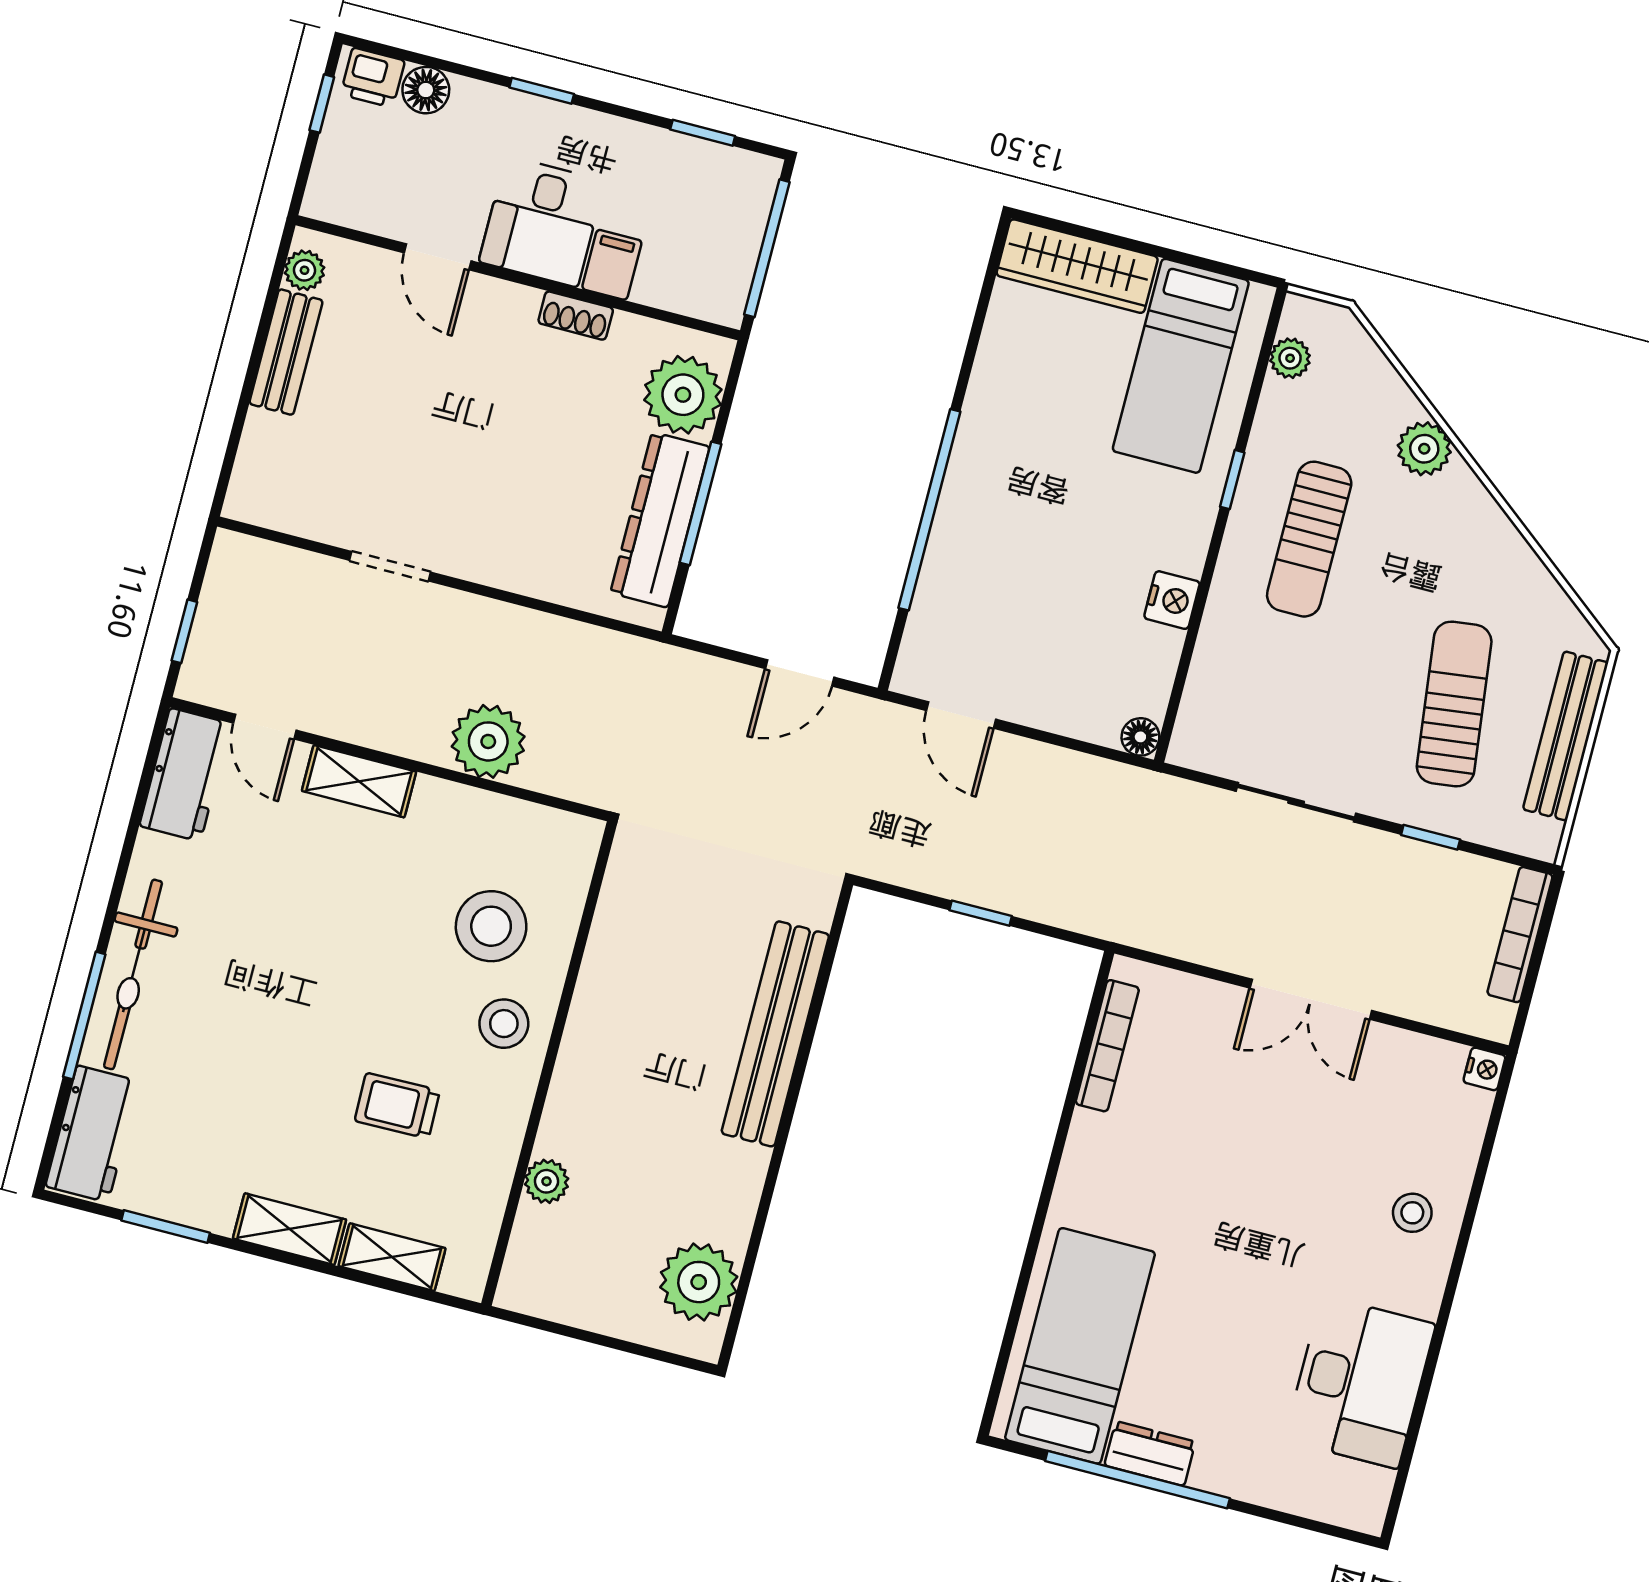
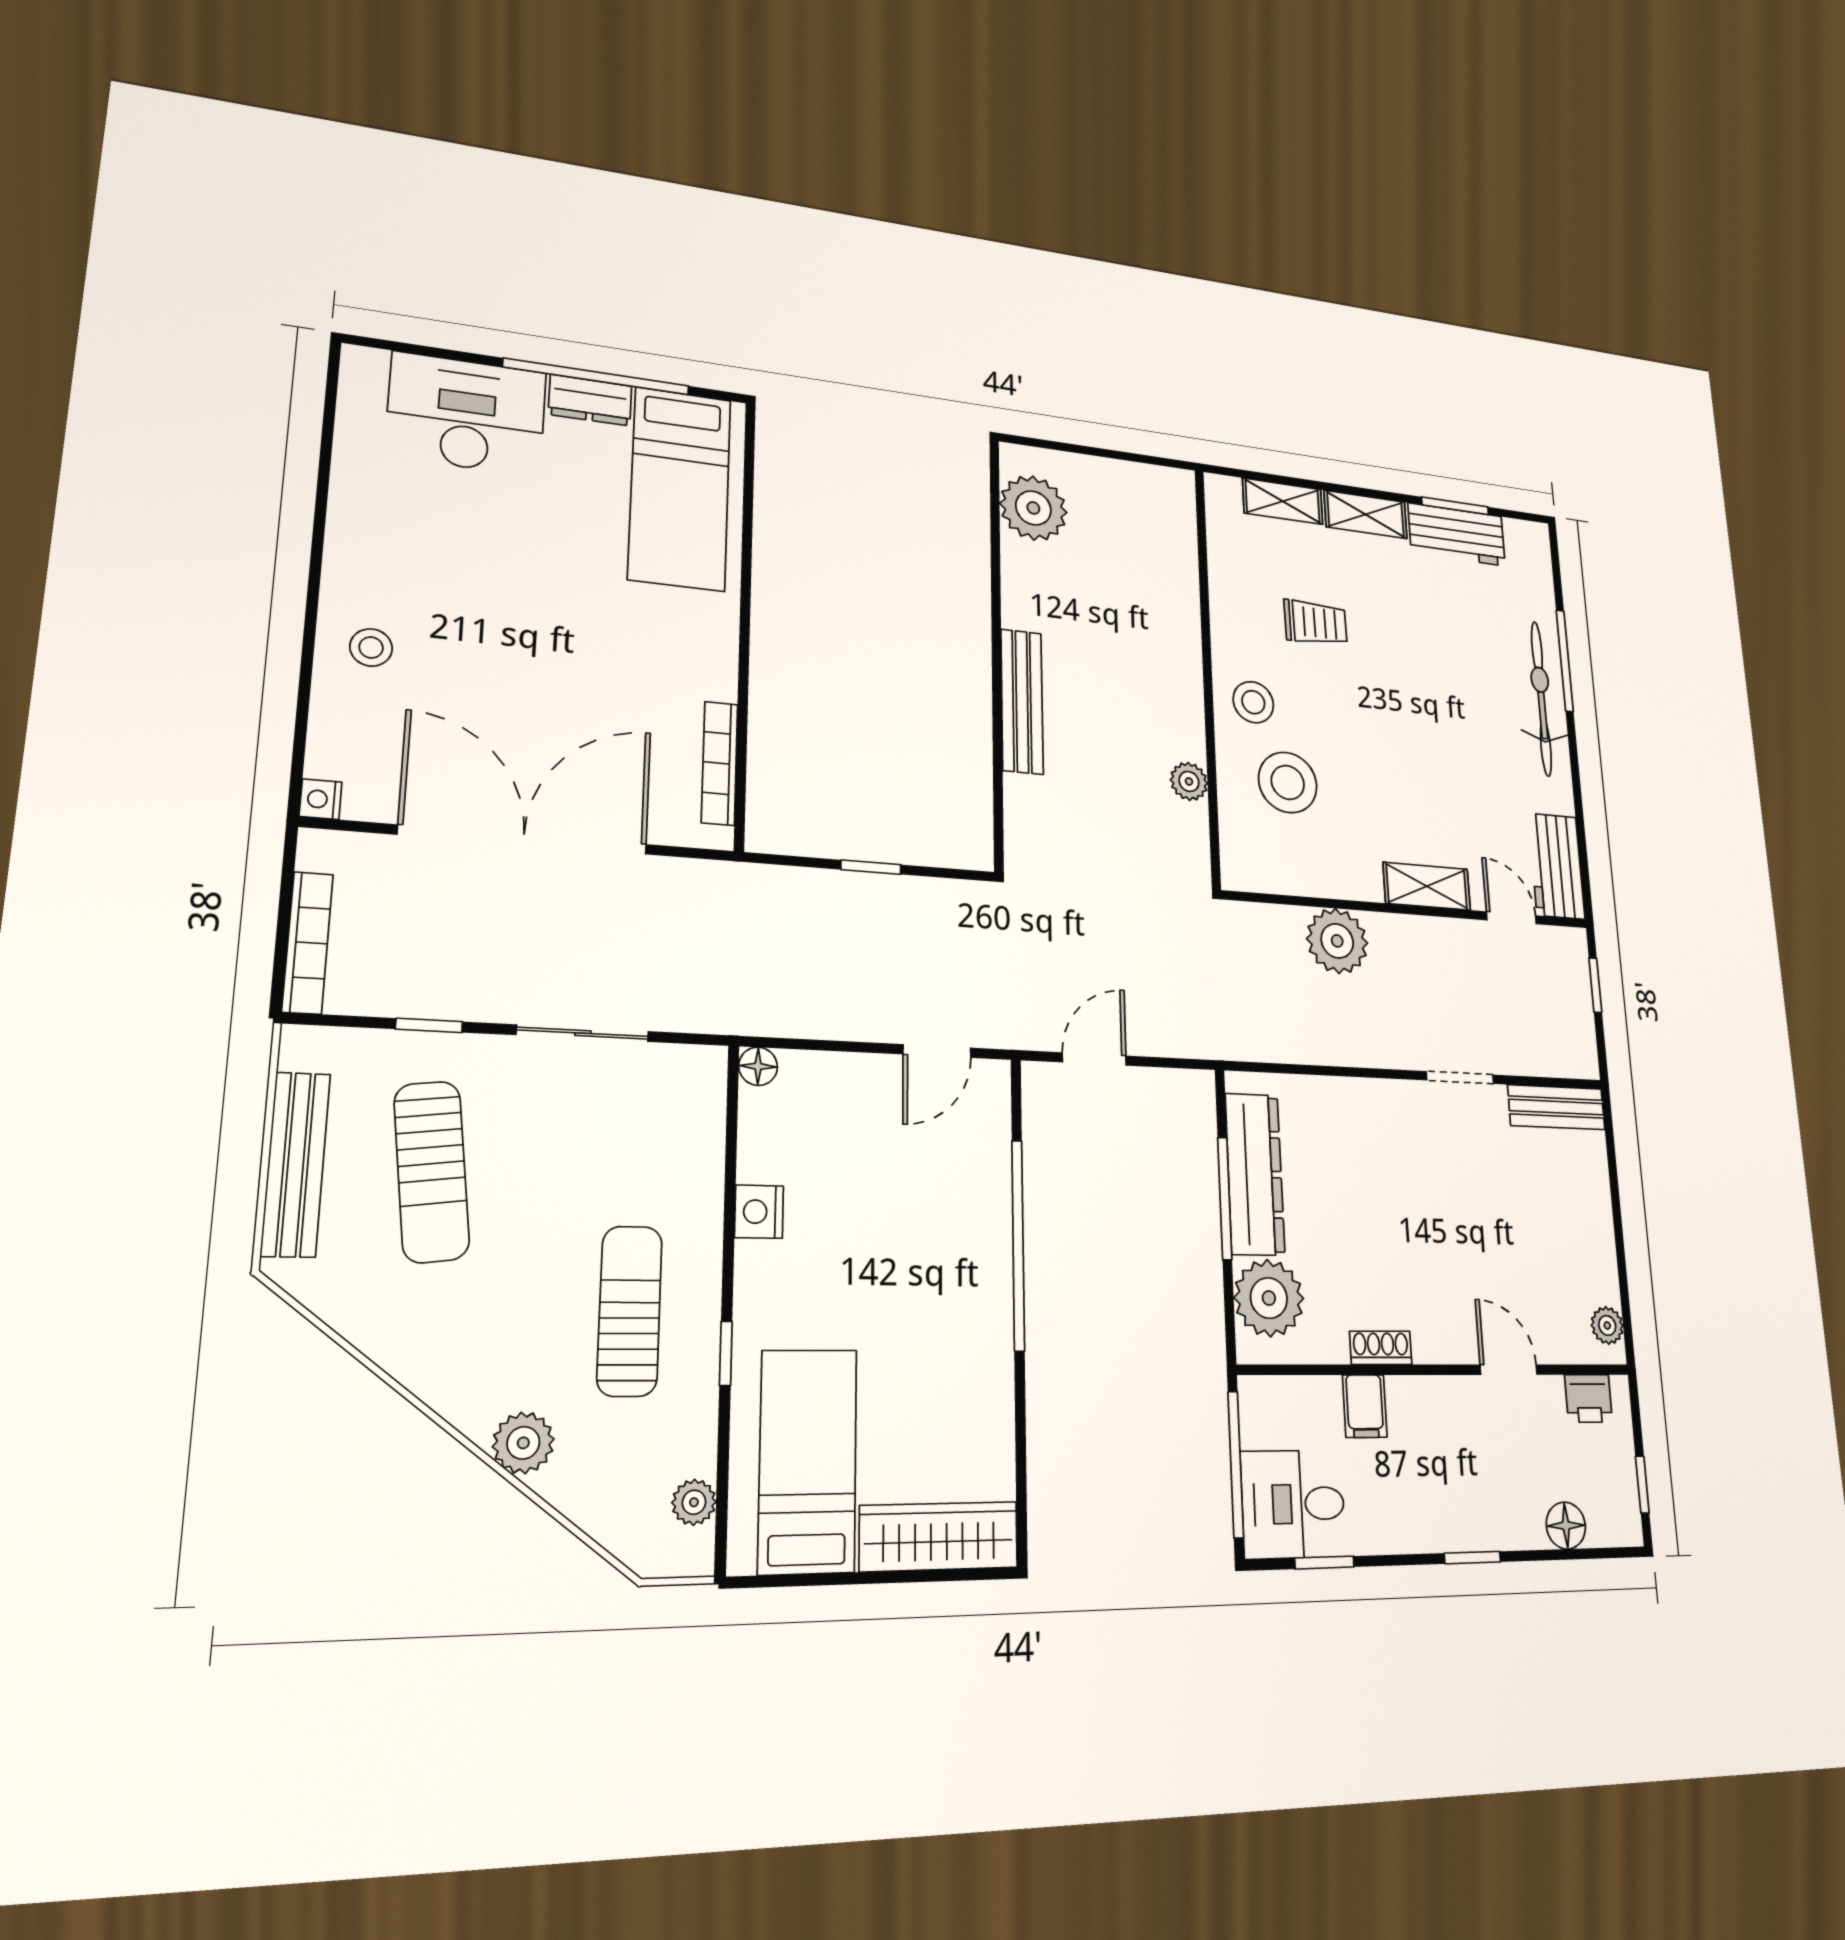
printer: (373, 78) -> (1588, 1398), moved, turned 180
desk: (542, 221) -> (1293, 1504), moved, turned -90
bench: (286, 352) -> (1556, 1107), moved, turned 90
door: (961, 715) -> (937, 1051), swing flipped
double door: (1311, 999) -> (524, 840), width x1.87
bench: (775, 1034) -> (1022, 701), width x0.73, depth x0.82
workbench: (92, 1134) -> (1457, 534), moved, turned -90
plant: (547, 1181) -> (1189, 781), moved
desk: (1360, 1382) -> (466, 414), moved, turned 90

